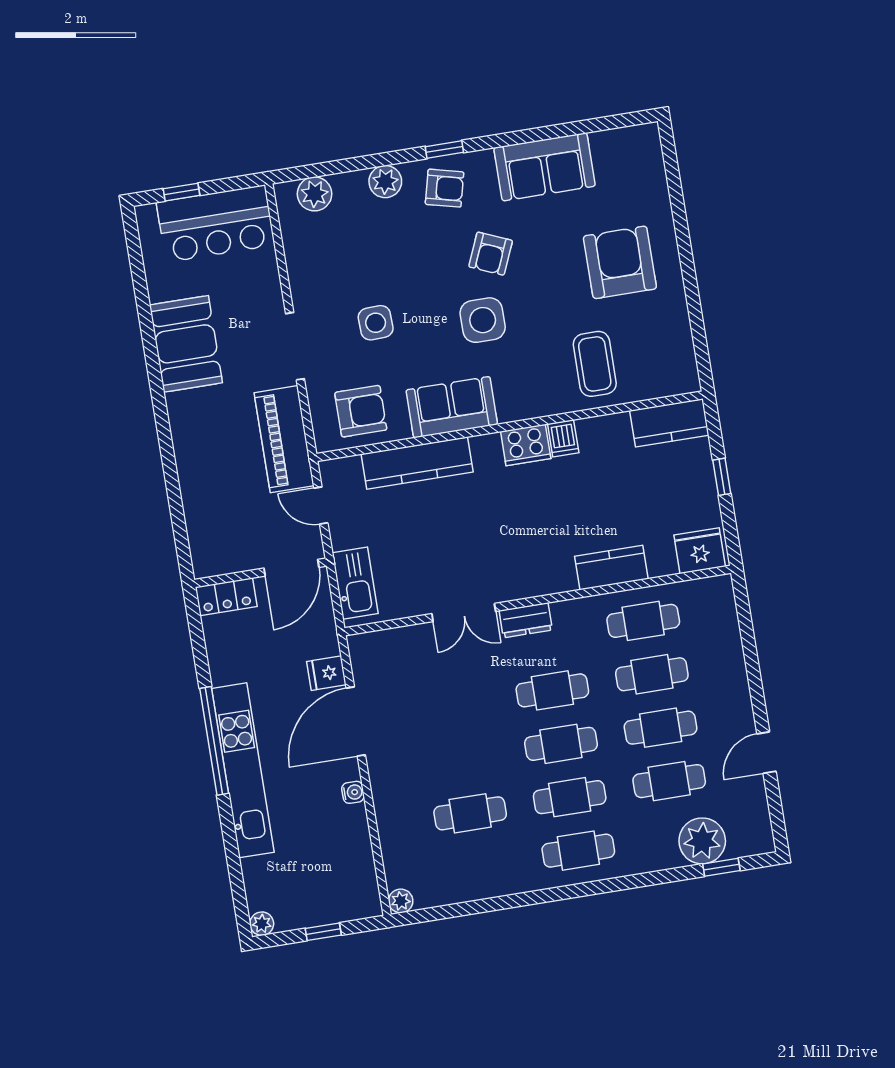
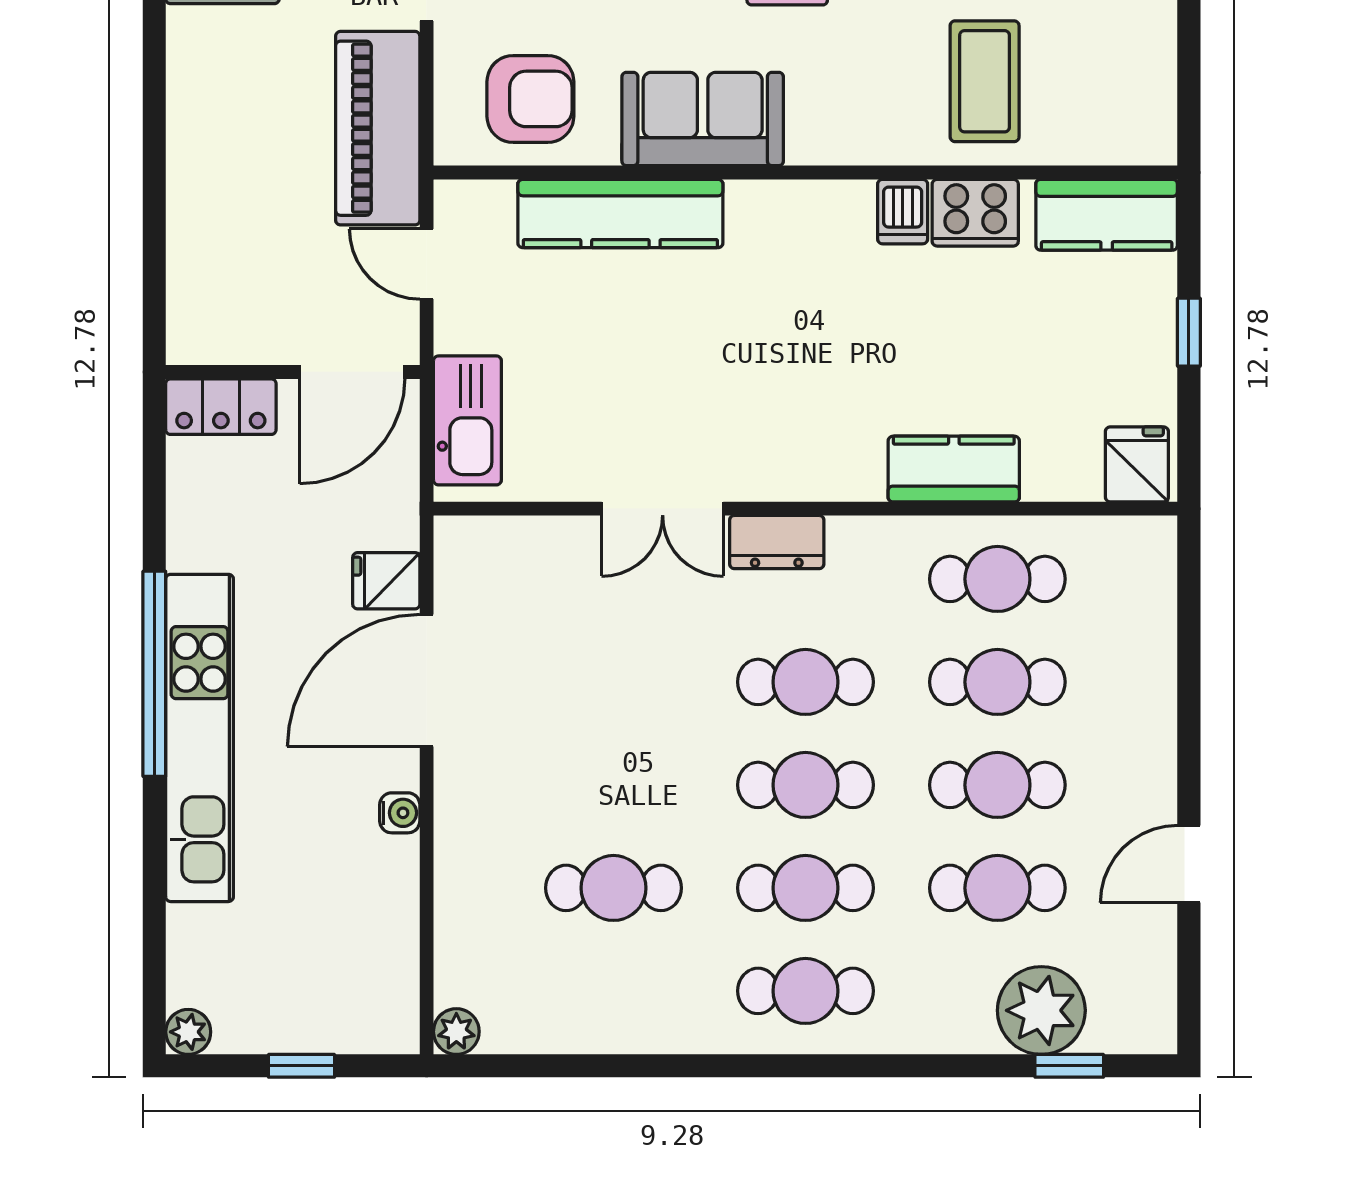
cooker: (526, 445) -> (975, 213), moved
fridge: (700, 551) -> (1137, 464), width x0.72

